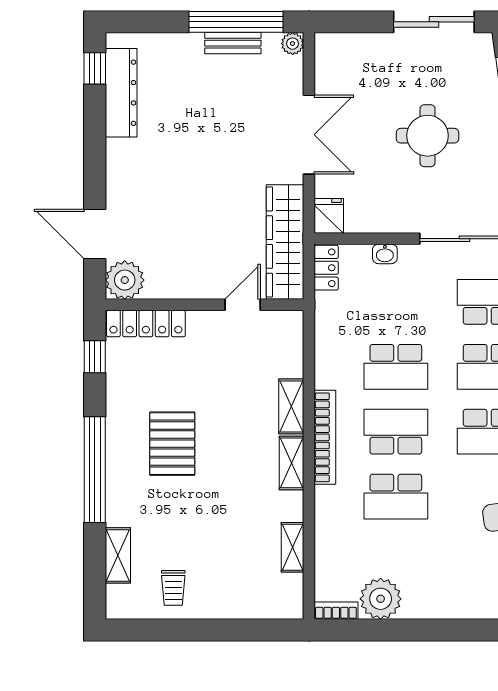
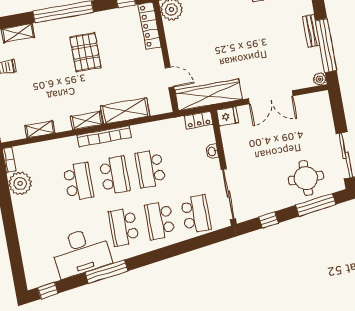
bench: (233, 43) -> (311, 31), moved
round table: (428, 136) -> (306, 178), moved
shelving: (291, 406) -> (125, 111), width x1.50, depth x1.33
pallet: (172, 444) -> (85, 52), turned 90
school desk: (396, 497) -> (78, 182), turned 180

